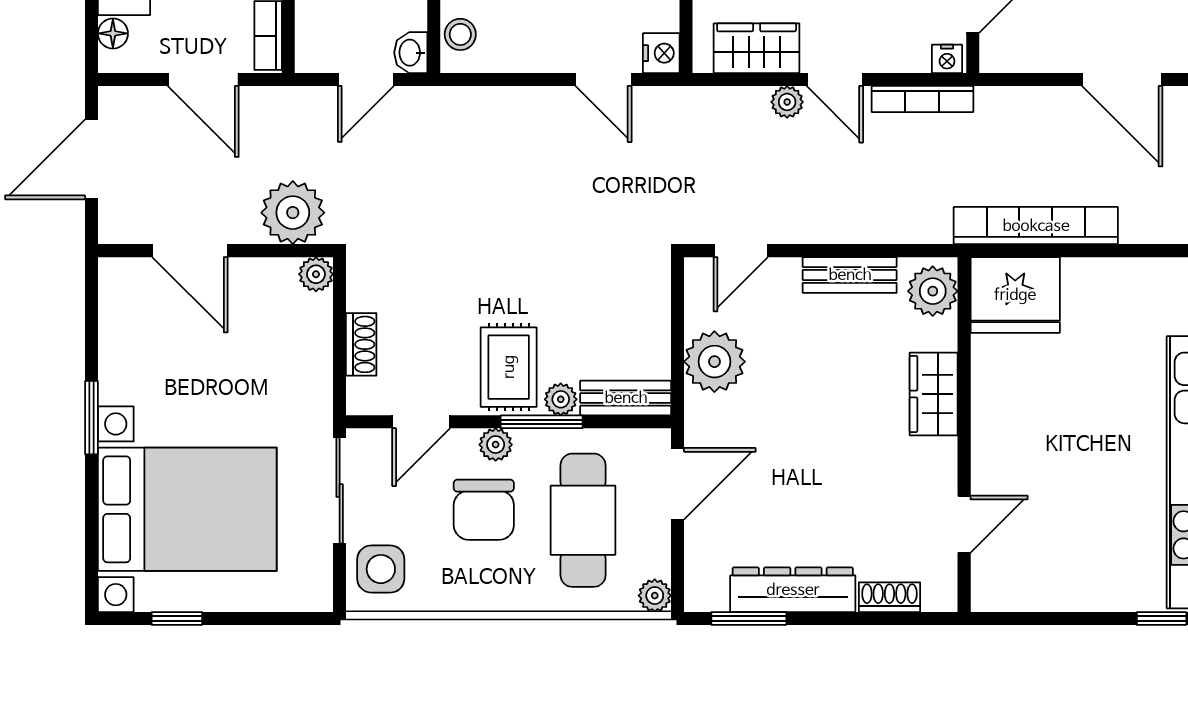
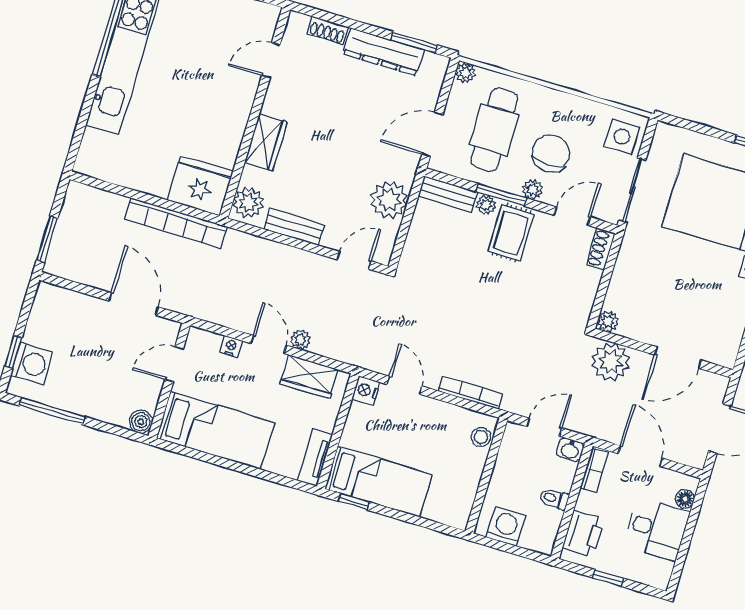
washbasin: (411, 53) -> (570, 450), moved, turned 90
nightstand: (947, 59) -> (231, 346), moved
door: (1122, 80) -> (134, 304), moved
bookcase: (922, 99) -> (470, 392), moved
door: (190, 251) -> (678, 358), swing flipped
shoe rack: (361, 344) -> (601, 249), moved

